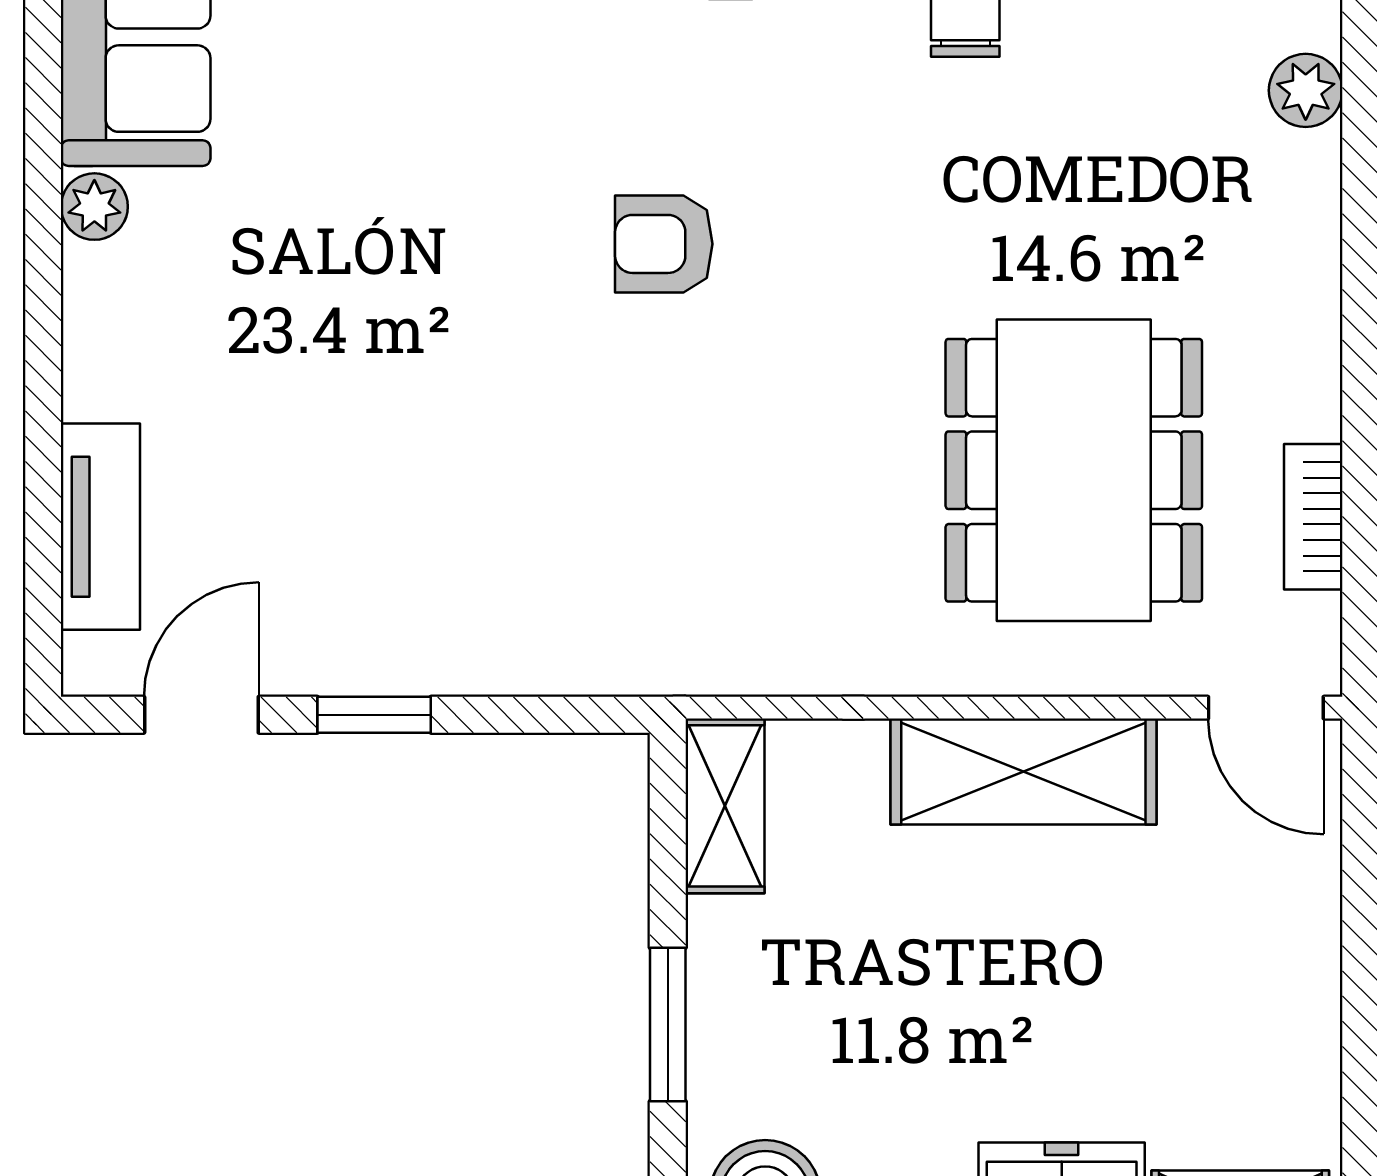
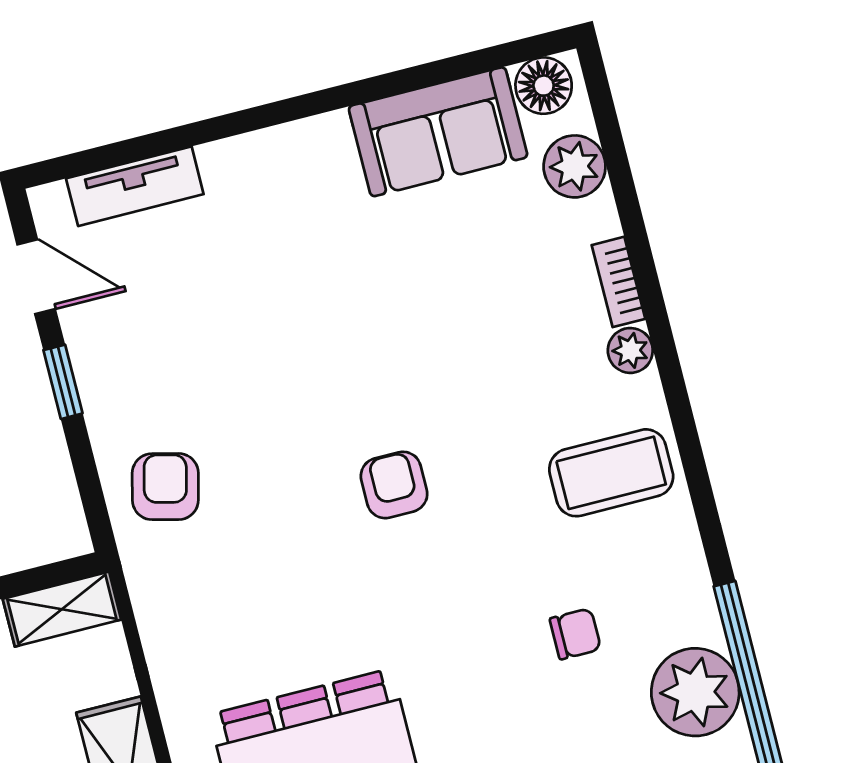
plant: (94, 207) -> (329, 133), removed
armchair: (576, 598) -> (165, 487), added

